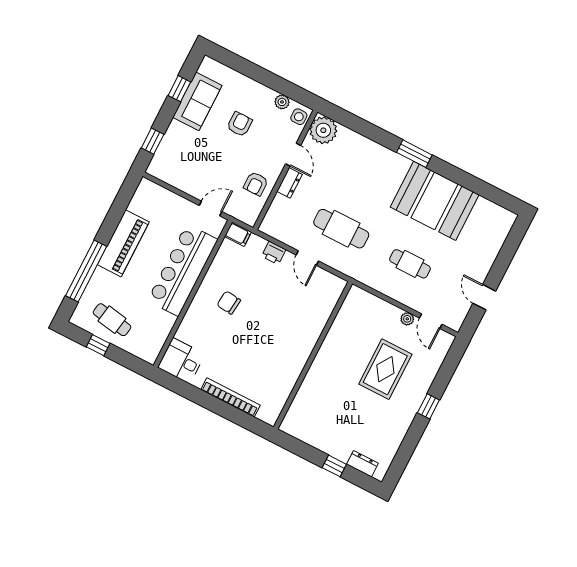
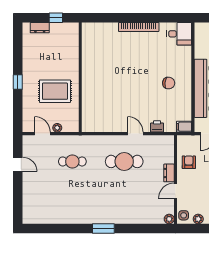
plant: (323, 130) -> (169, 219), width x0.53, depth x0.53
door: (293, 155) -> (175, 191), hinge flipped
booth: (435, 201) -> (77, 207), removed
wall: (313, 355) -> (80, 77), moved
rug: (385, 369) -> (55, 91), turned 90

